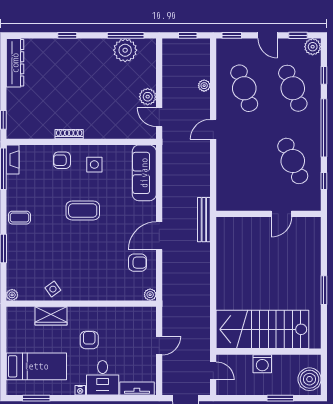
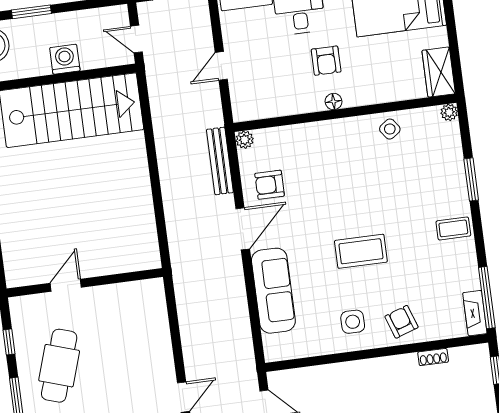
shoe rack: (69, 134) -> (433, 357), moved, width x0.70
armchair: (62, 160) -> (401, 322), turned -109
cafe table: (293, 161) -> (59, 366), turned 42
sofa: (144, 173) -> (273, 291), moved
bench: (204, 220) -> (220, 161), moved
floor lamp: (88, 312) -> (334, 102), added
wardrobe: (51, 316) -> (439, 72), moved, turned -90

